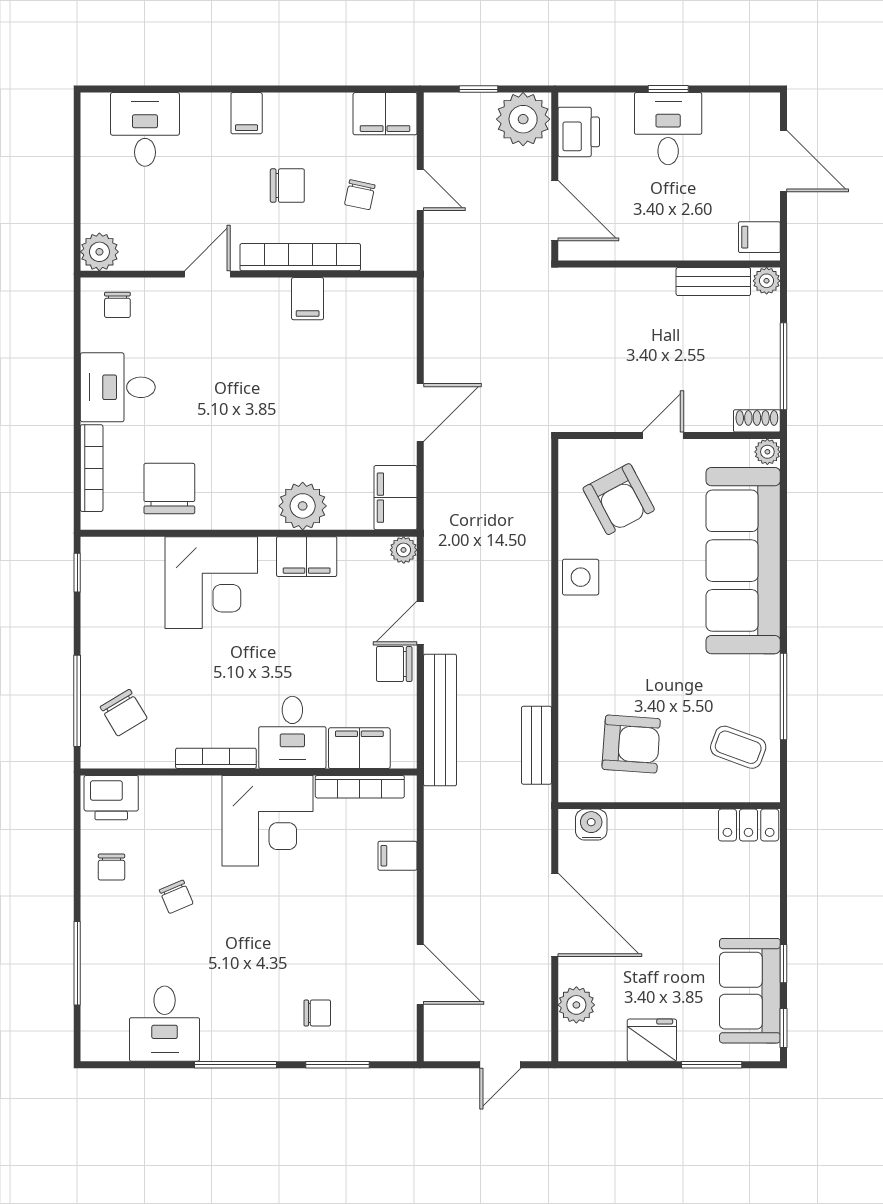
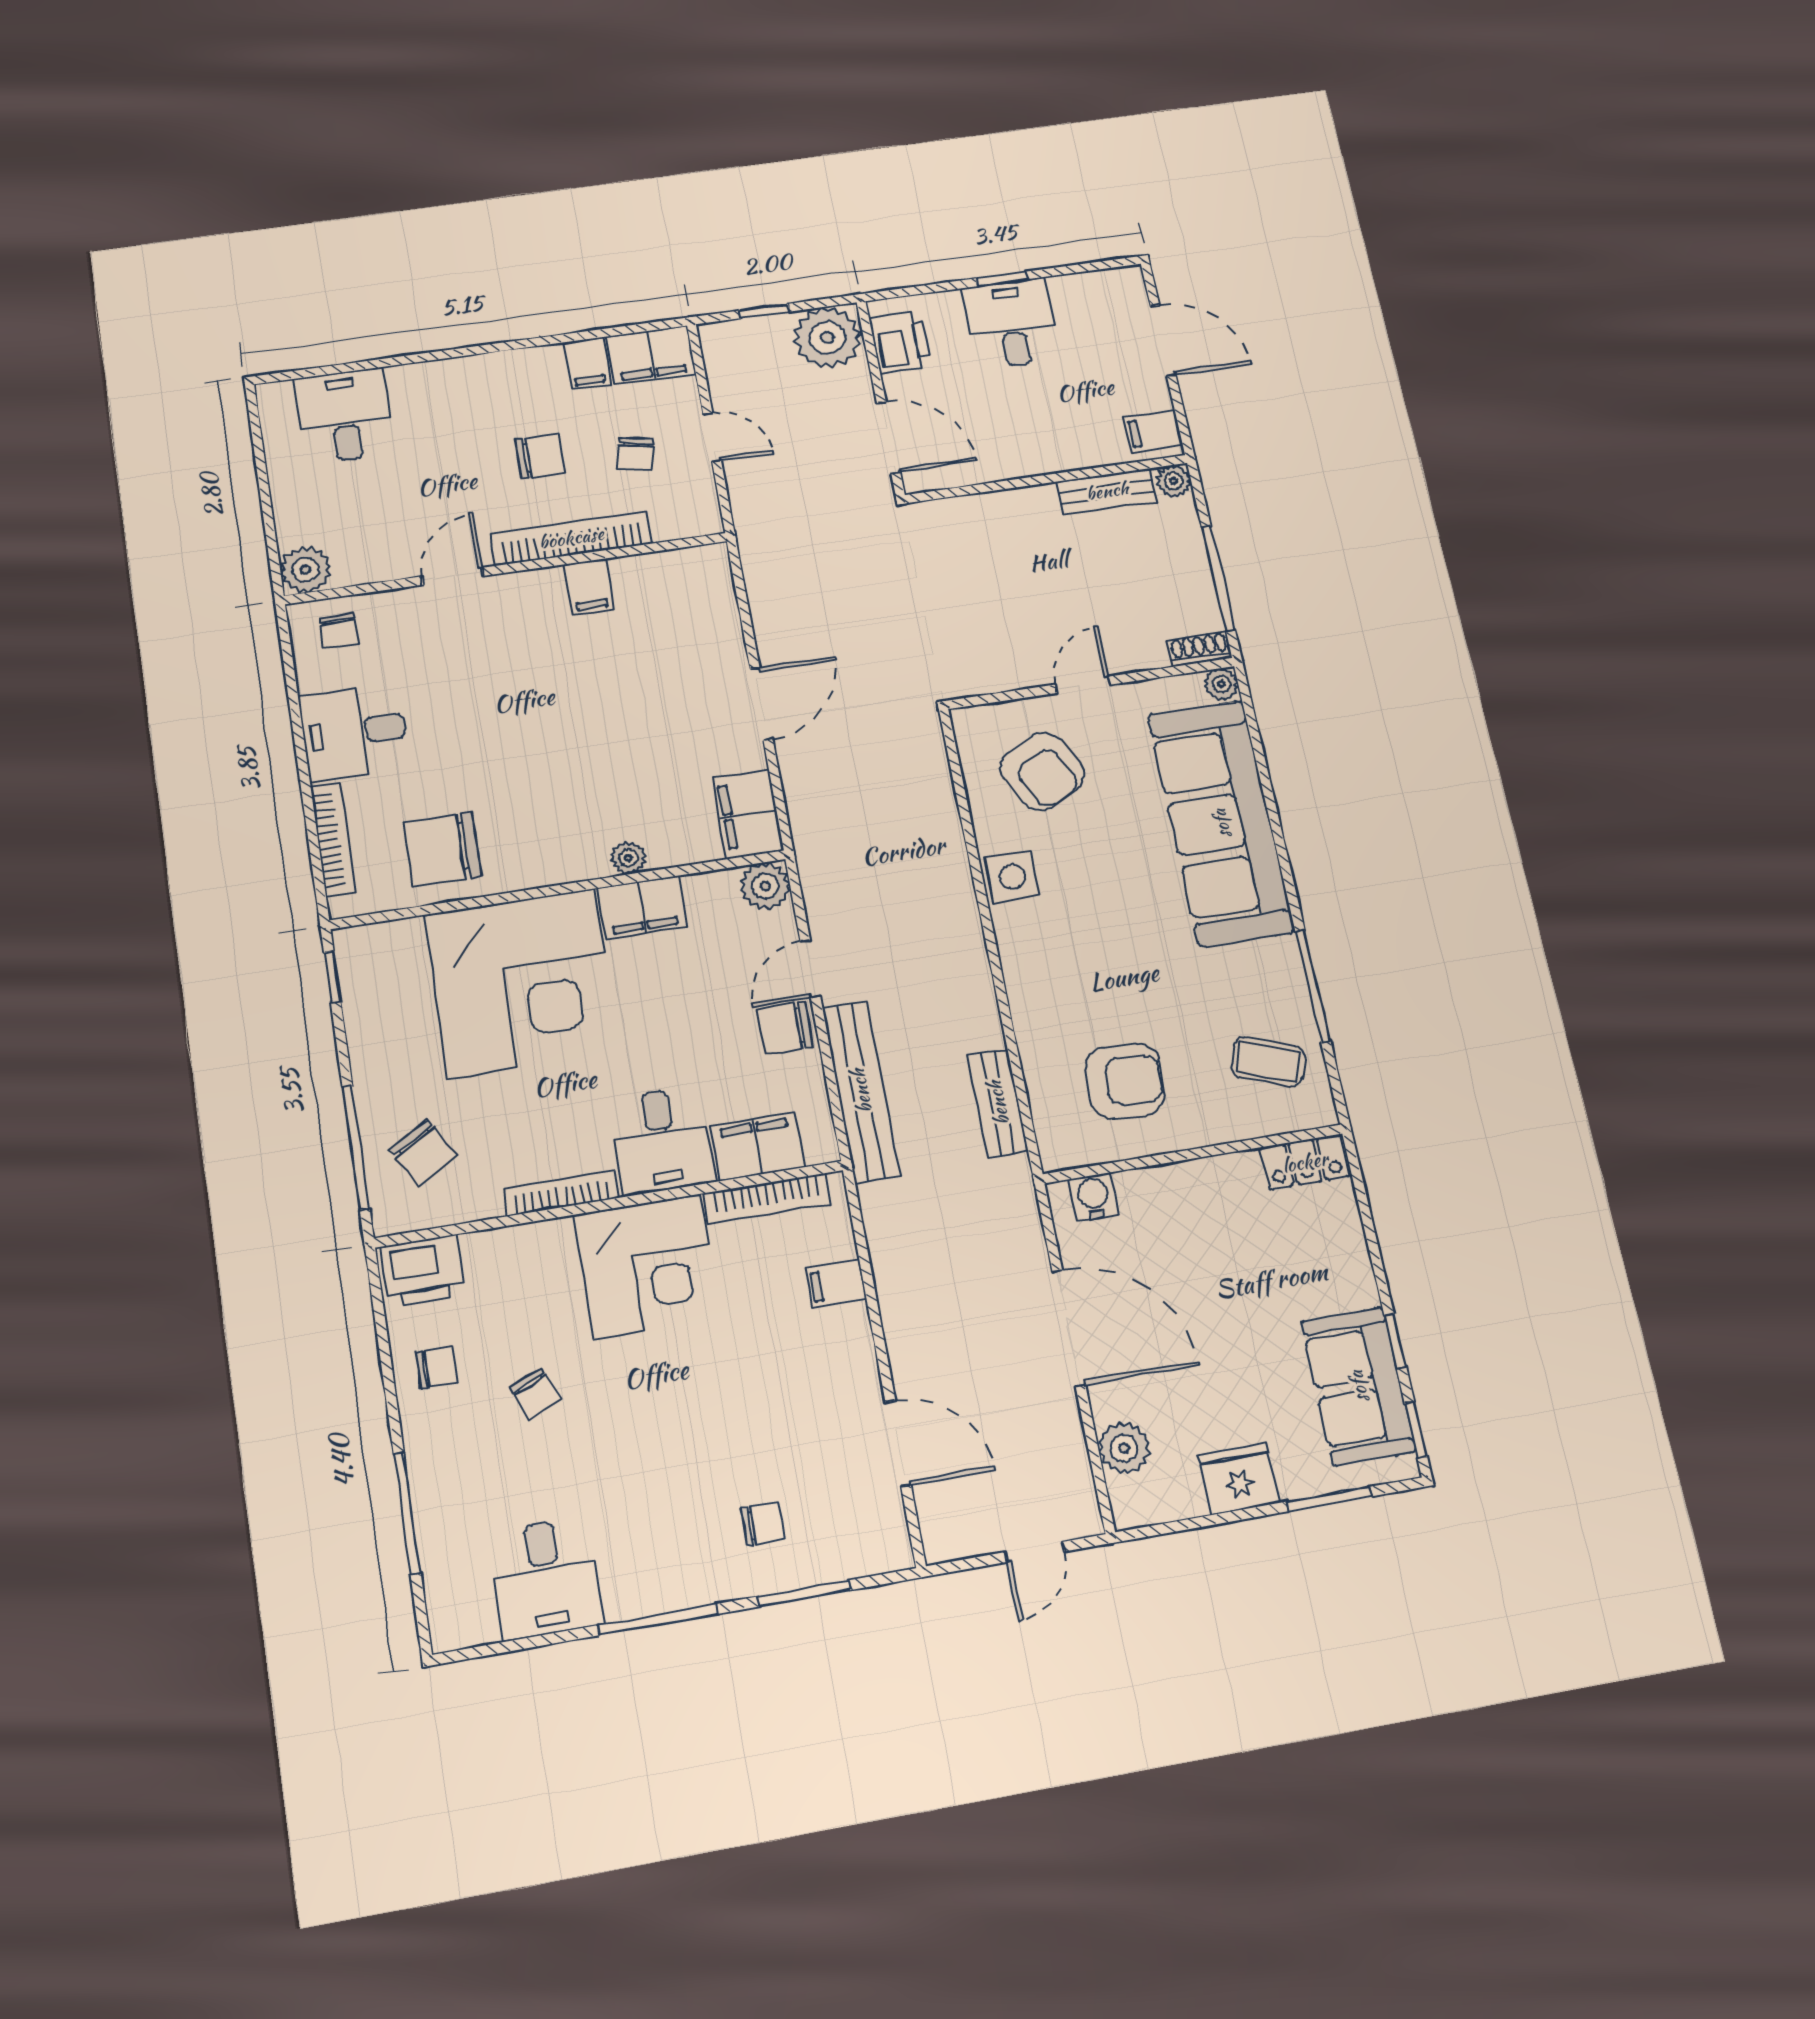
filing cabinet: (247, 113) -> (587, 363), moved
chair: (169, 489) -> (443, 849), turned -90
plant: (303, 506) -> (628, 858), width x0.53, depth x0.53
plant: (404, 550) -> (765, 886), width x1.38, depth x1.38
corner desk: (211, 583) -> (522, 983), width x1.36, depth x1.36
chair: (112, 867) -> (437, 1367), turned -90

